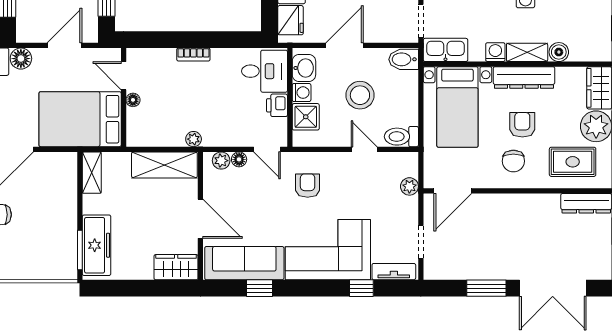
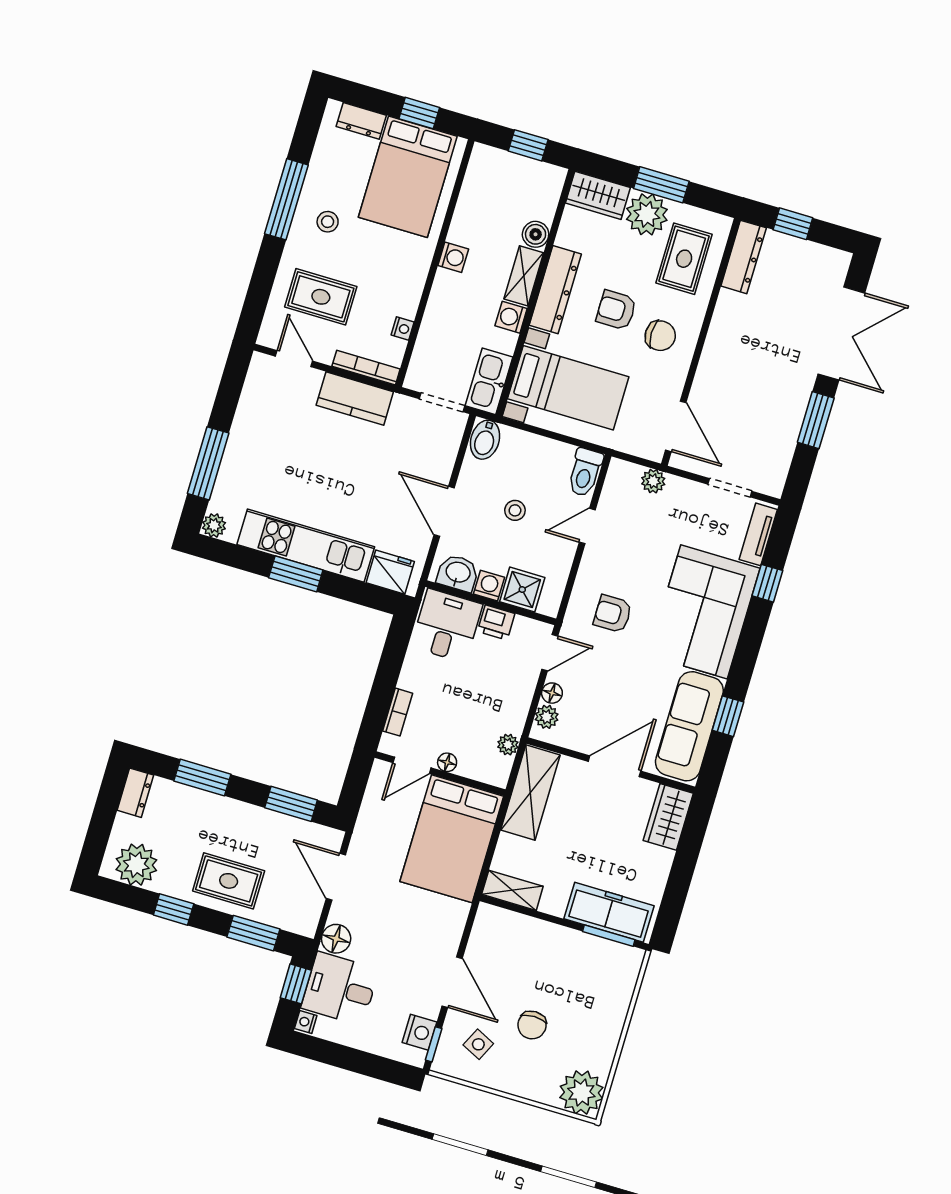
door: (124, 76) -> (412, 765), moved
stool: (360, 95) -> (515, 510), width x0.53, depth x0.53
wall: (124, 97) -> (440, 774), moved
floor lamp: (133, 100) -> (447, 762), moved
bed: (80, 119) -> (452, 839), moved

